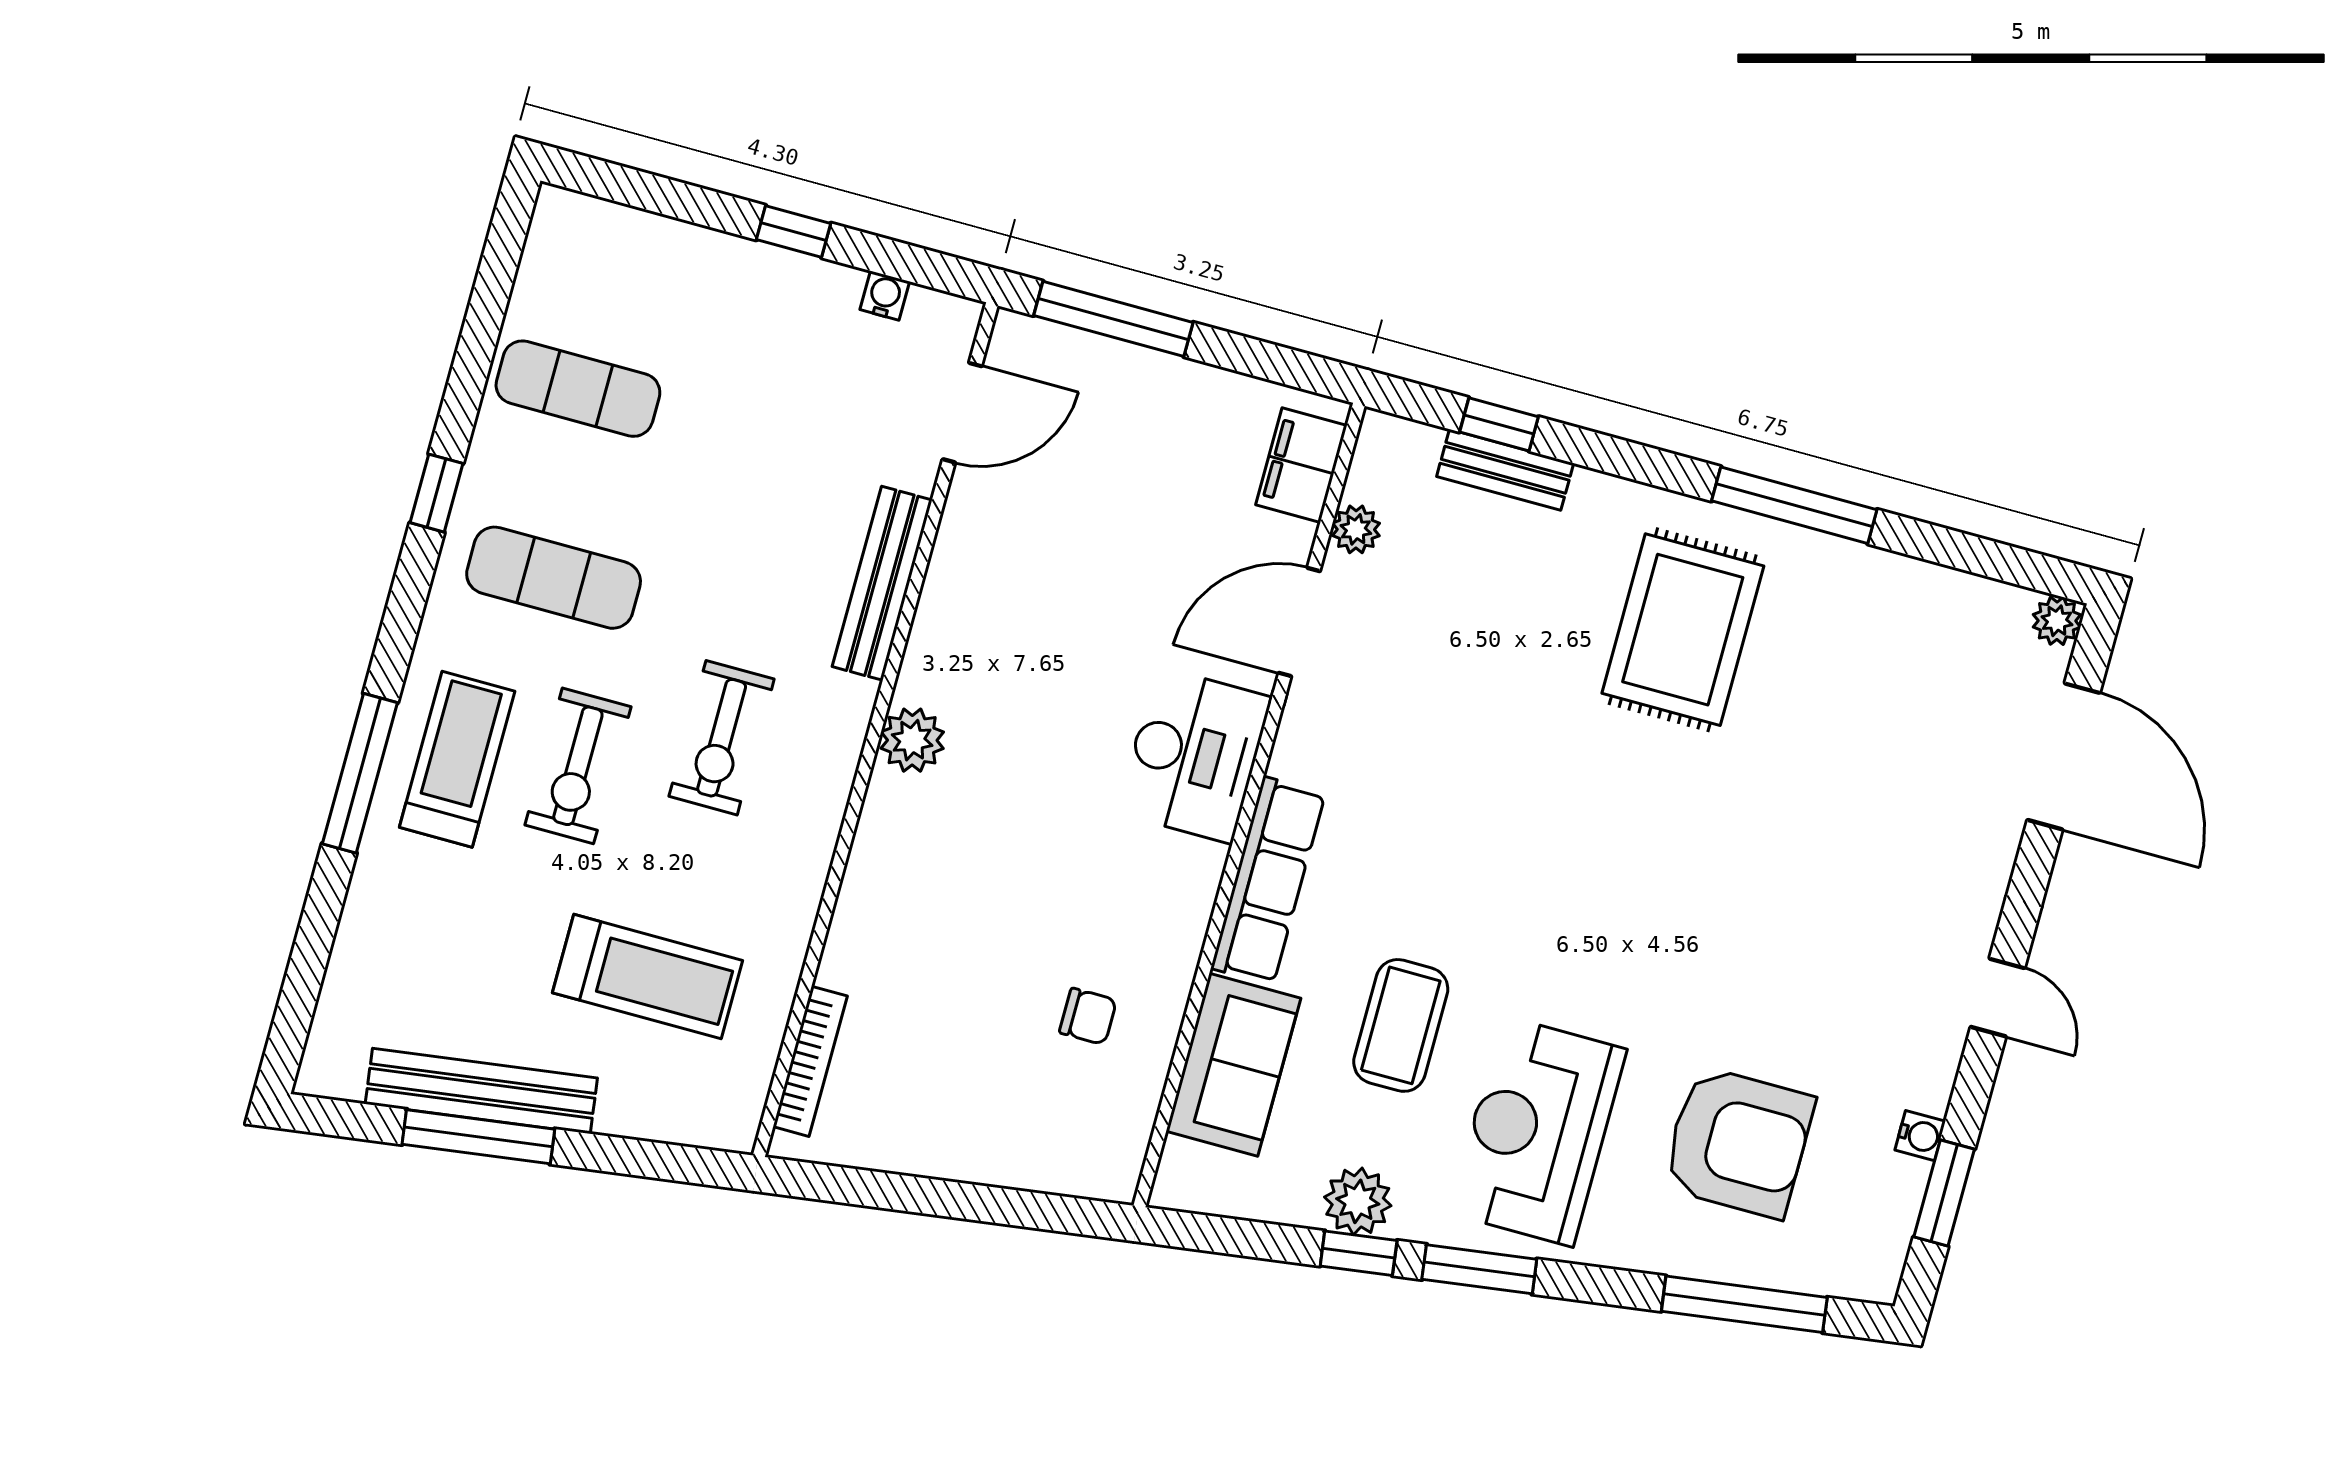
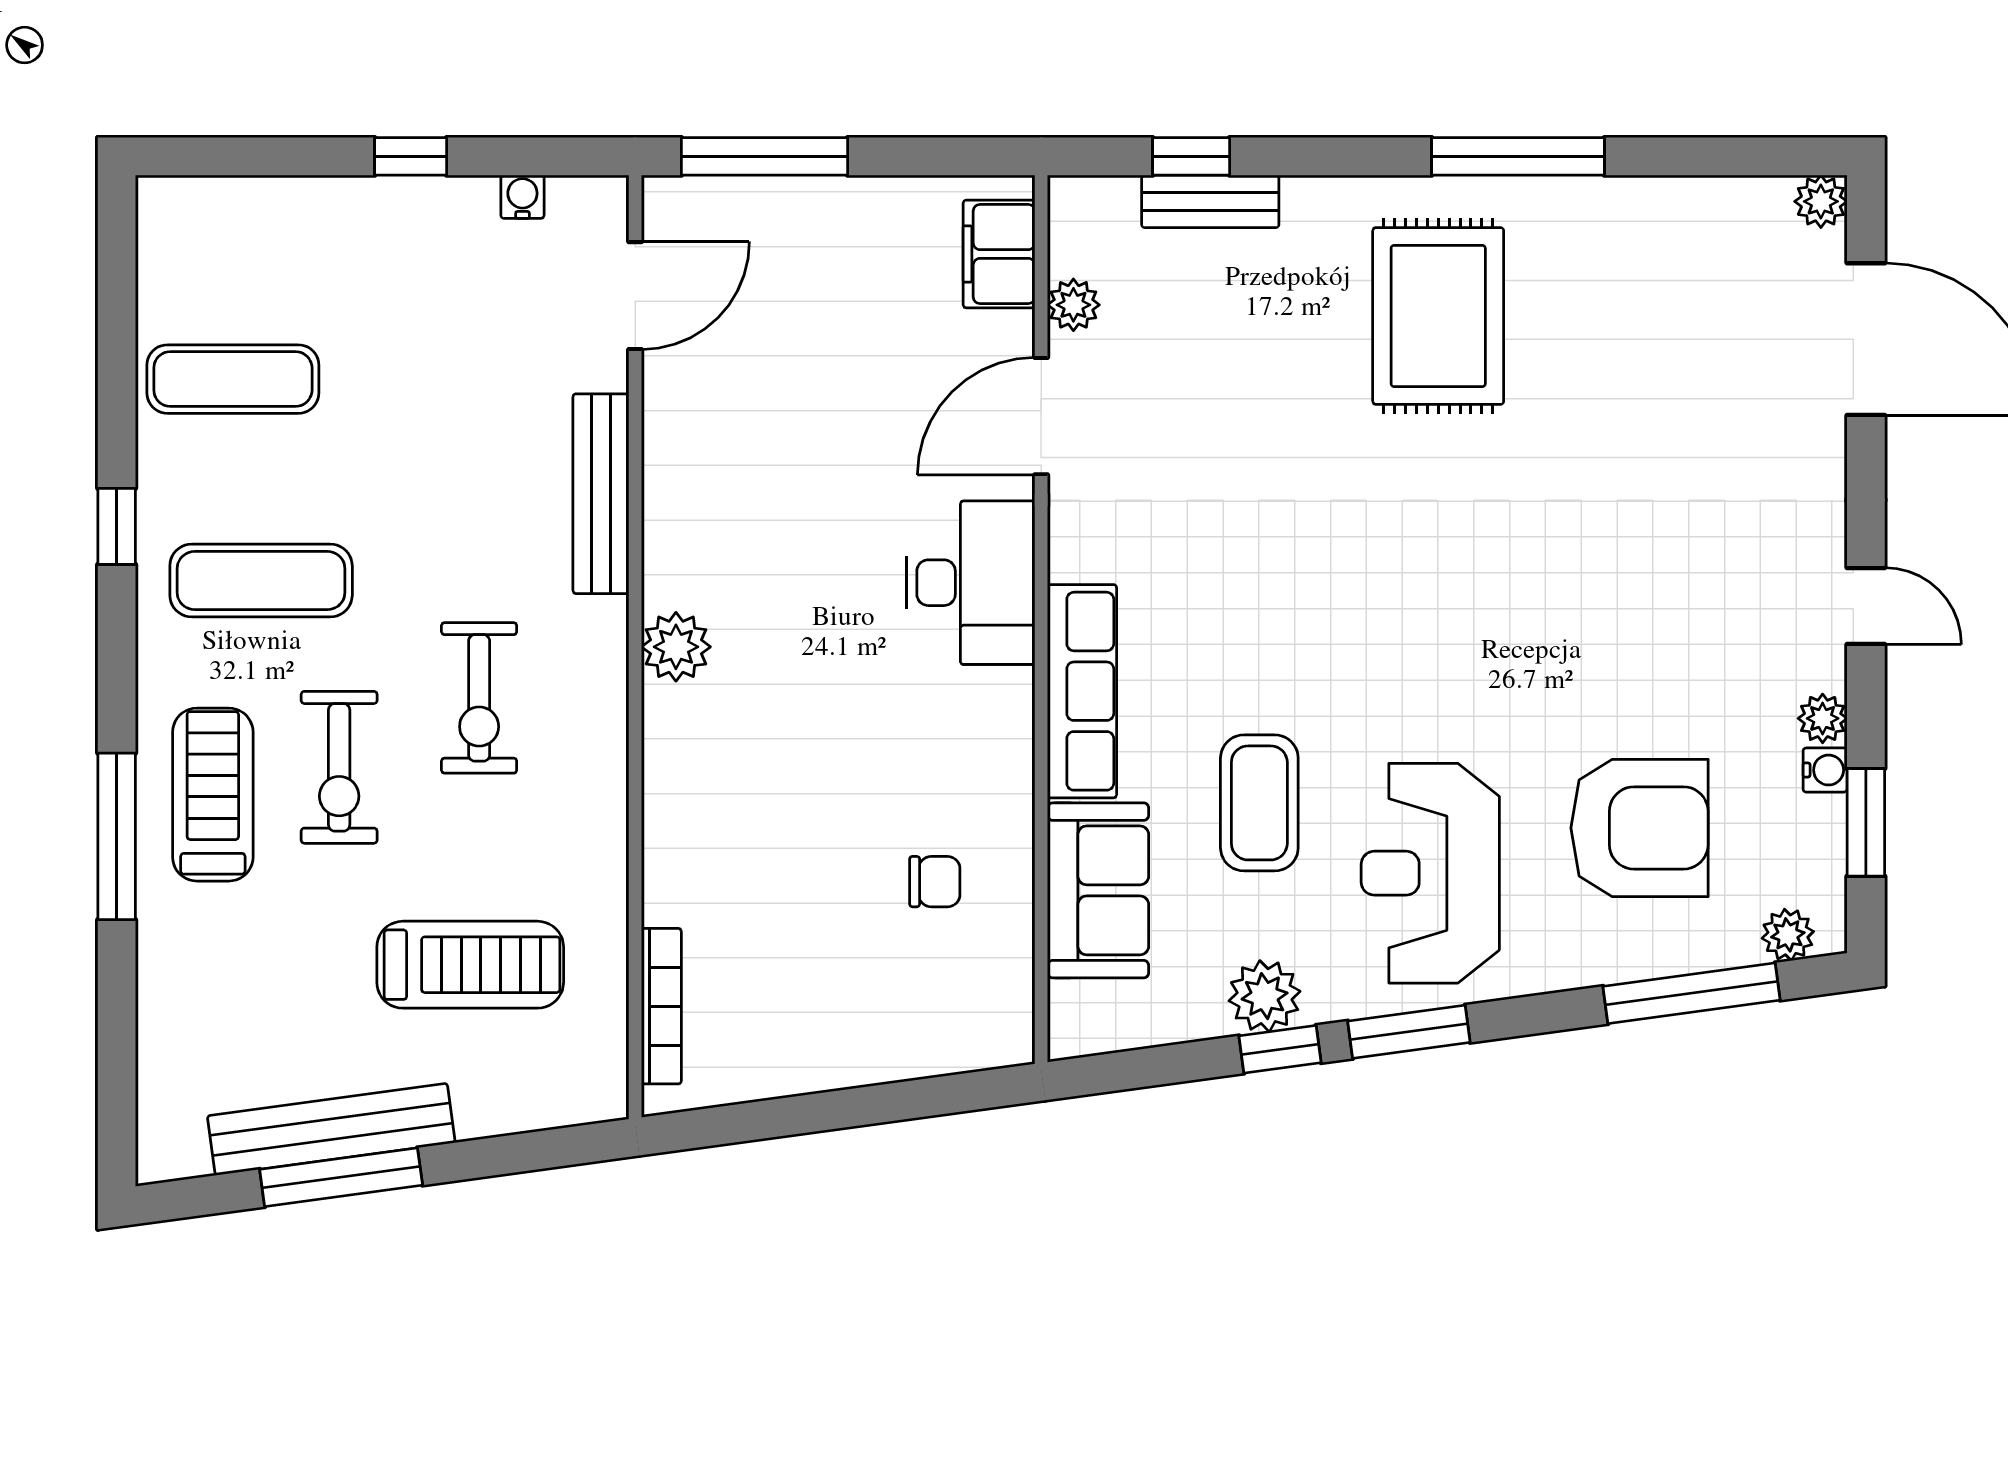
plant: (1931, 1088) -> (1823, 718), added
plant: (1846, 1275) -> (1788, 935), added

